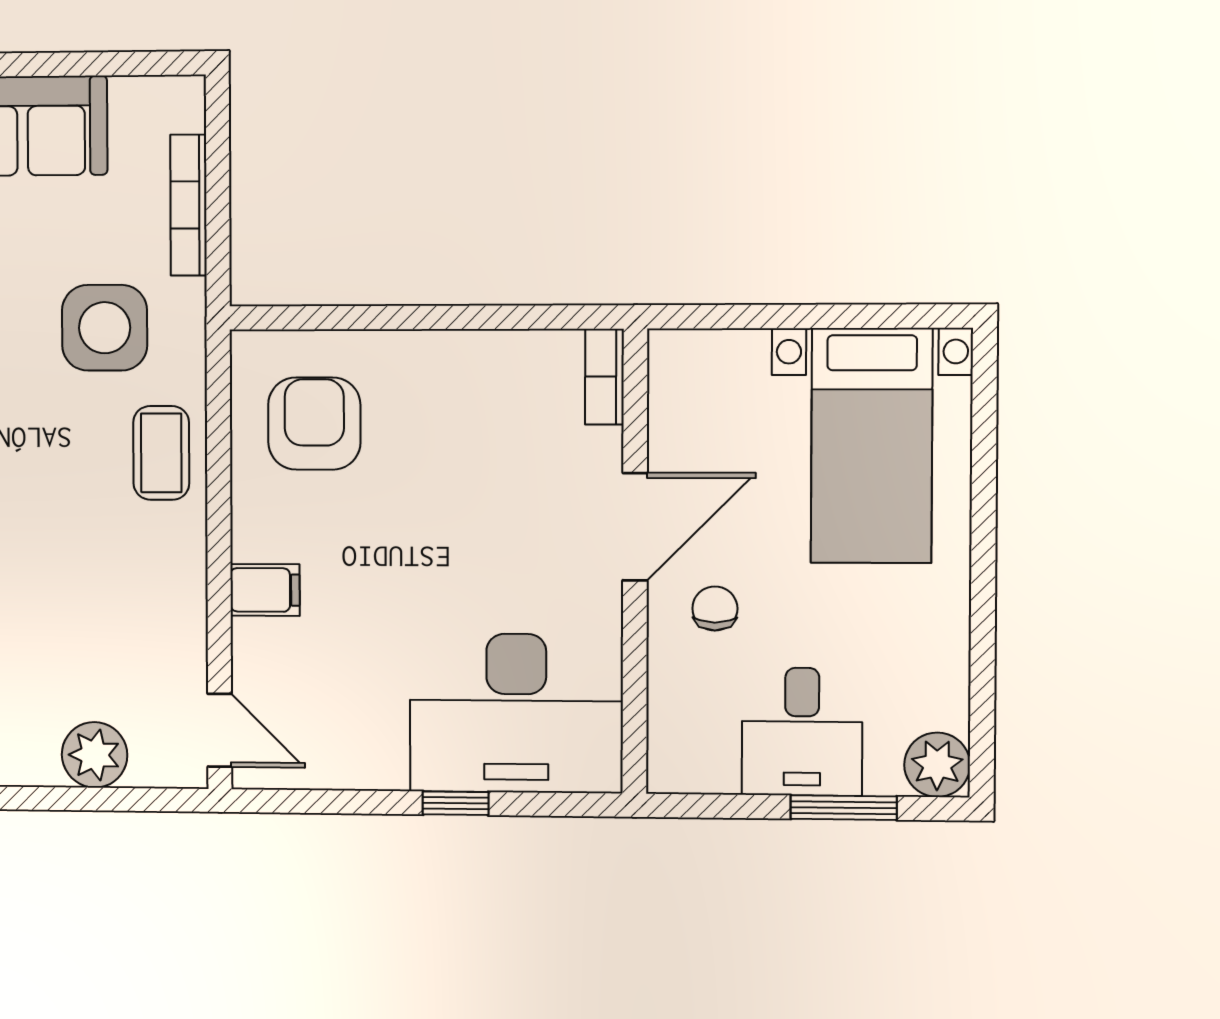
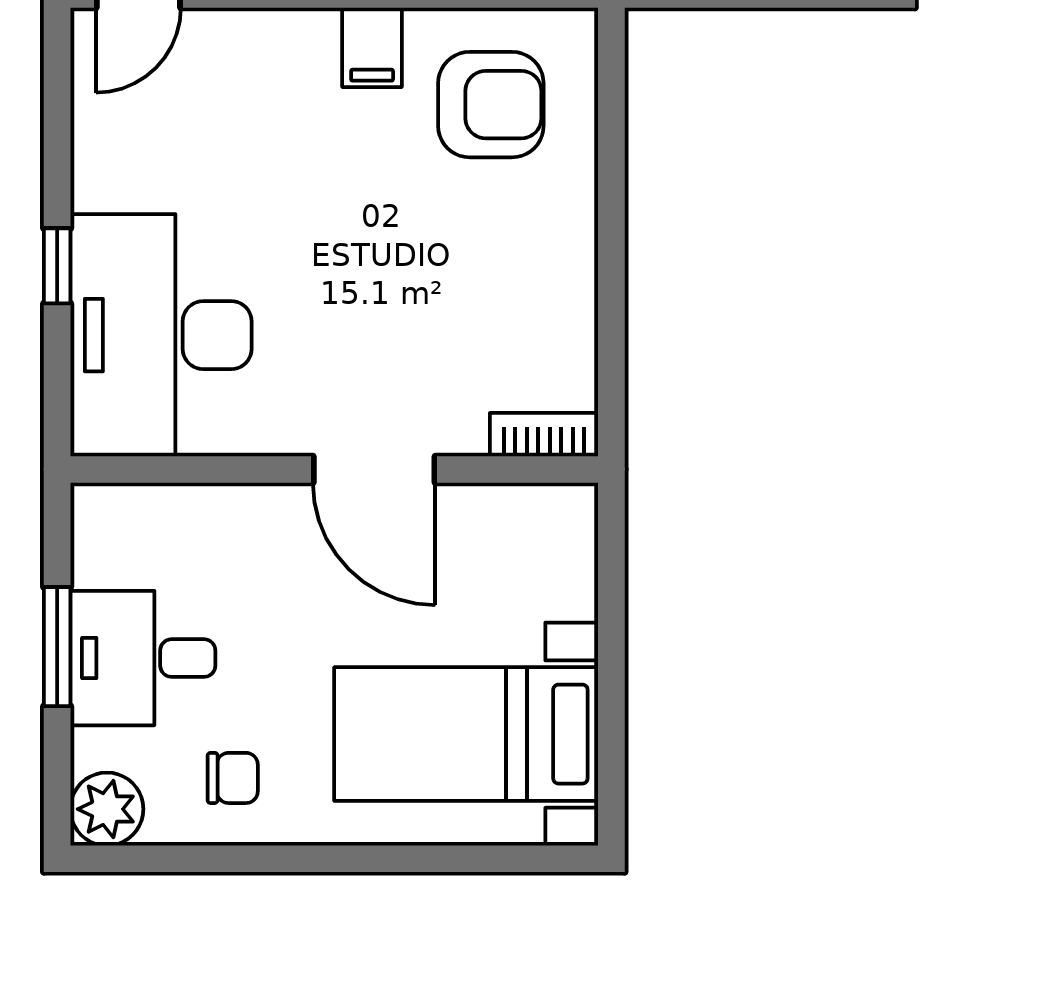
filing cabinet: (265, 590) -> (372, 47), moved
chair: (715, 608) -> (233, 778), moved
window: (844, 808) -> (57, 647), moved

